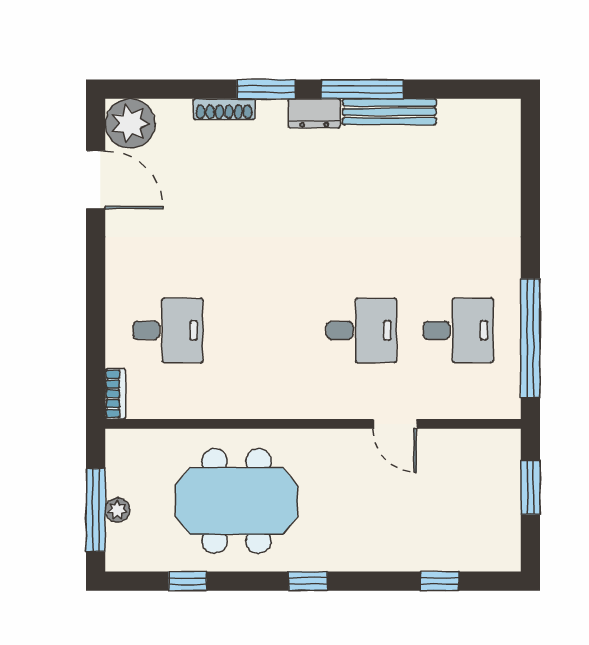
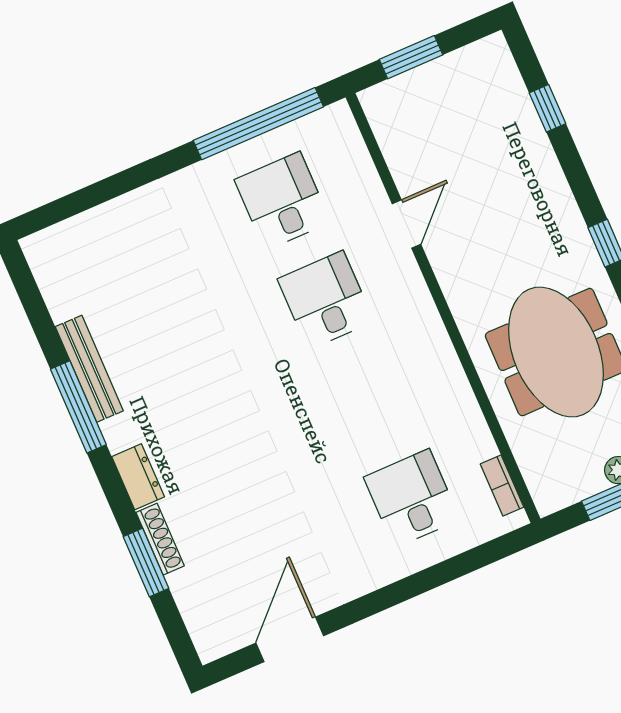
window: (266, 89) -> (146, 563), moved
dresser: (314, 113) -> (138, 477), moved
plant: (130, 123) -> (217, 629), removed
bookcase: (115, 394) -> (502, 486), moved, turned -90

